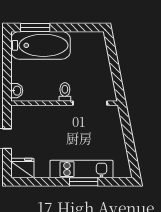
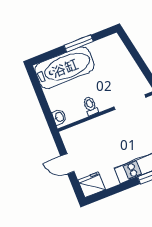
window: (35, 28) -> (79, 43), moved
toilet: (65, 92) -> (90, 106), moved

